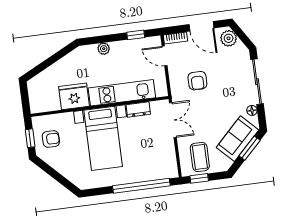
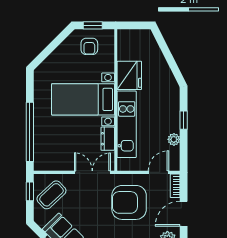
window: (136, 35) -> (184, 120), moved
plant: (104, 49) -> (174, 139), moved
armchair: (197, 81) -> (129, 202), width x1.88, depth x1.88
double door: (173, 120) -> (92, 172), swing flipped
coffee table: (200, 157) -> (51, 195), turned -43

